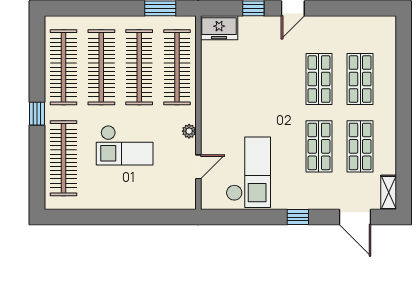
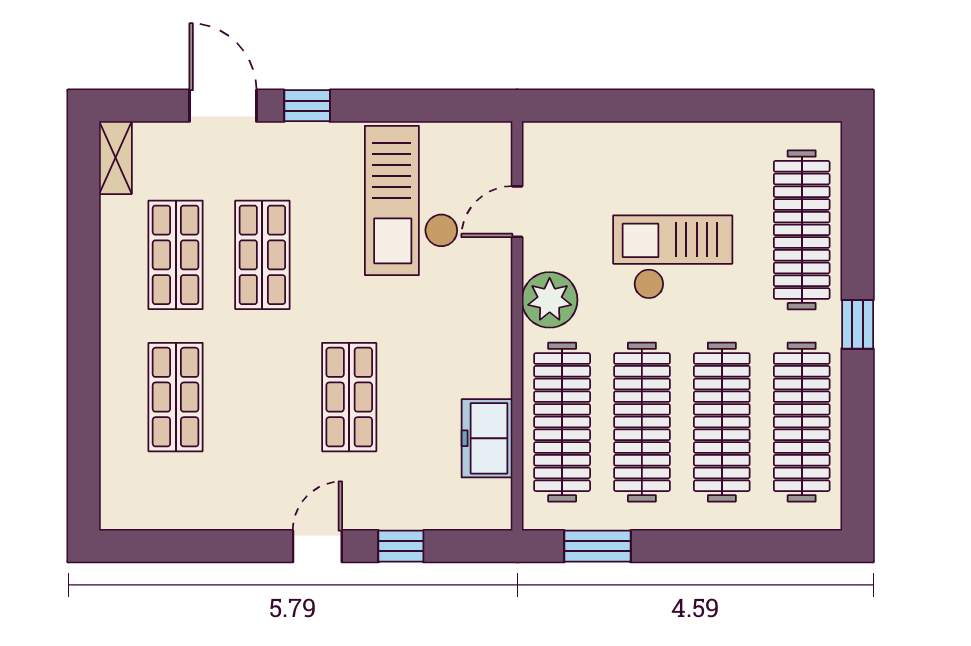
freezer: (219, 28) -> (487, 438), moved, turned -90
shop shelf: (319, 79) -> (349, 397), moved
plant: (189, 131) -> (550, 300), width x1.88, depth x1.88
door: (355, 217) -> (223, 106), moved

